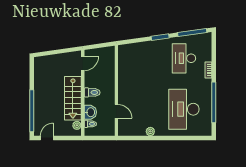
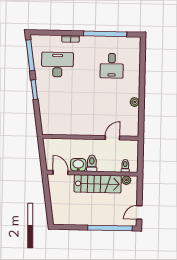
desk: (184, 58) -> (57, 65), turned 180
desk: (184, 109) -> (112, 66), width x0.53, depth x0.77
washbasin: (90, 112) -> (78, 165), moved
door: (47, 138) -> (139, 212), hinge flipped

